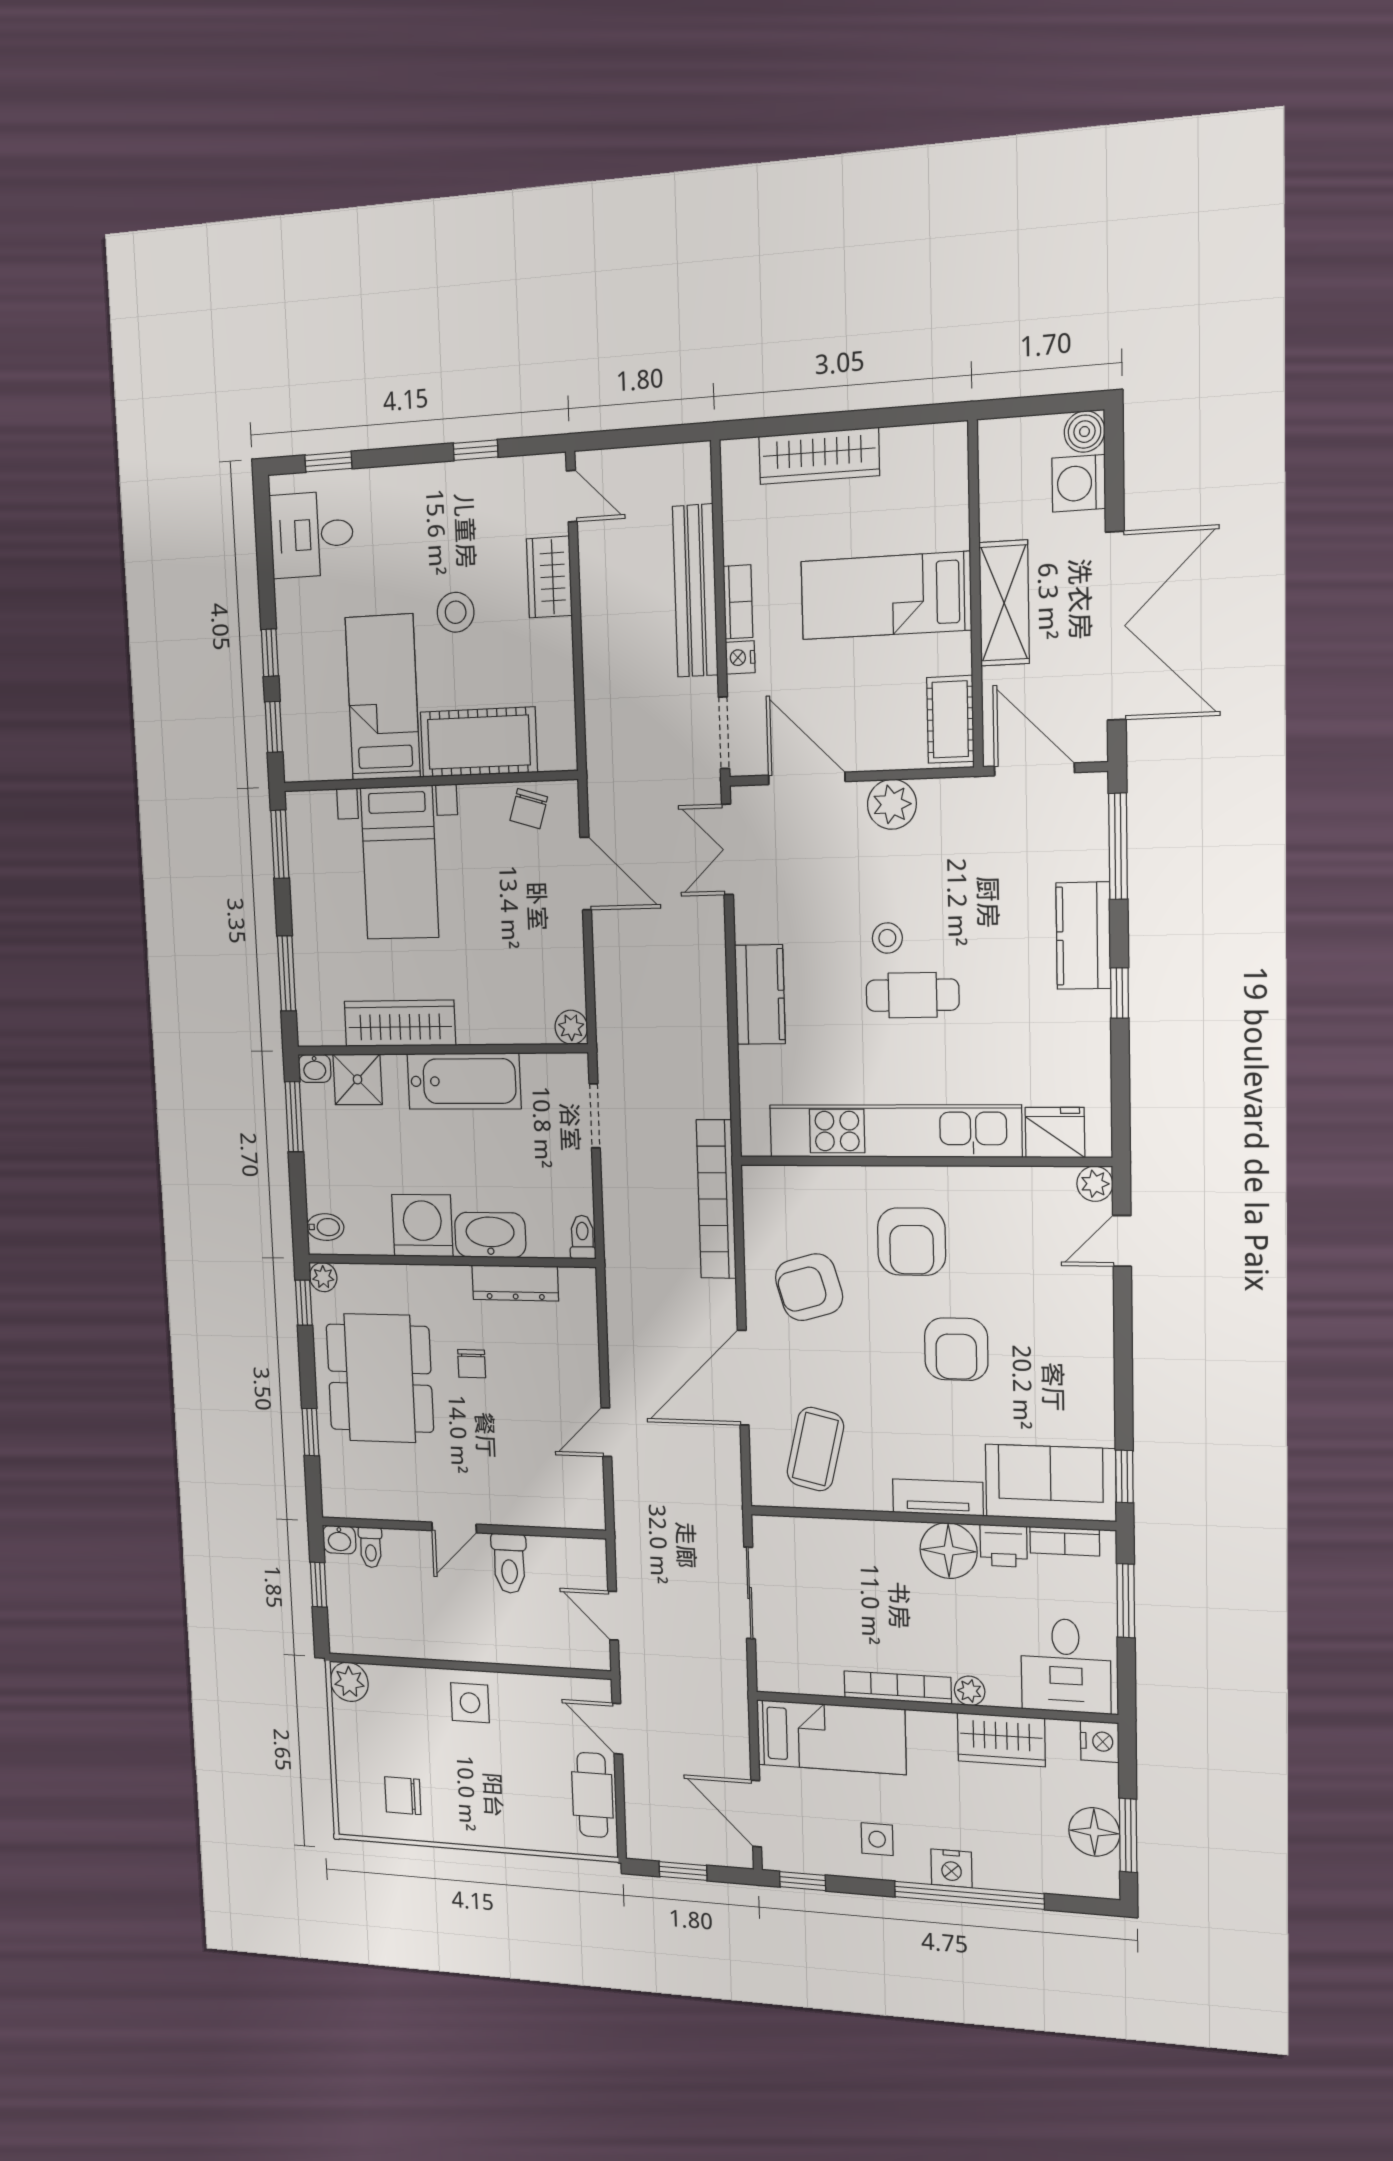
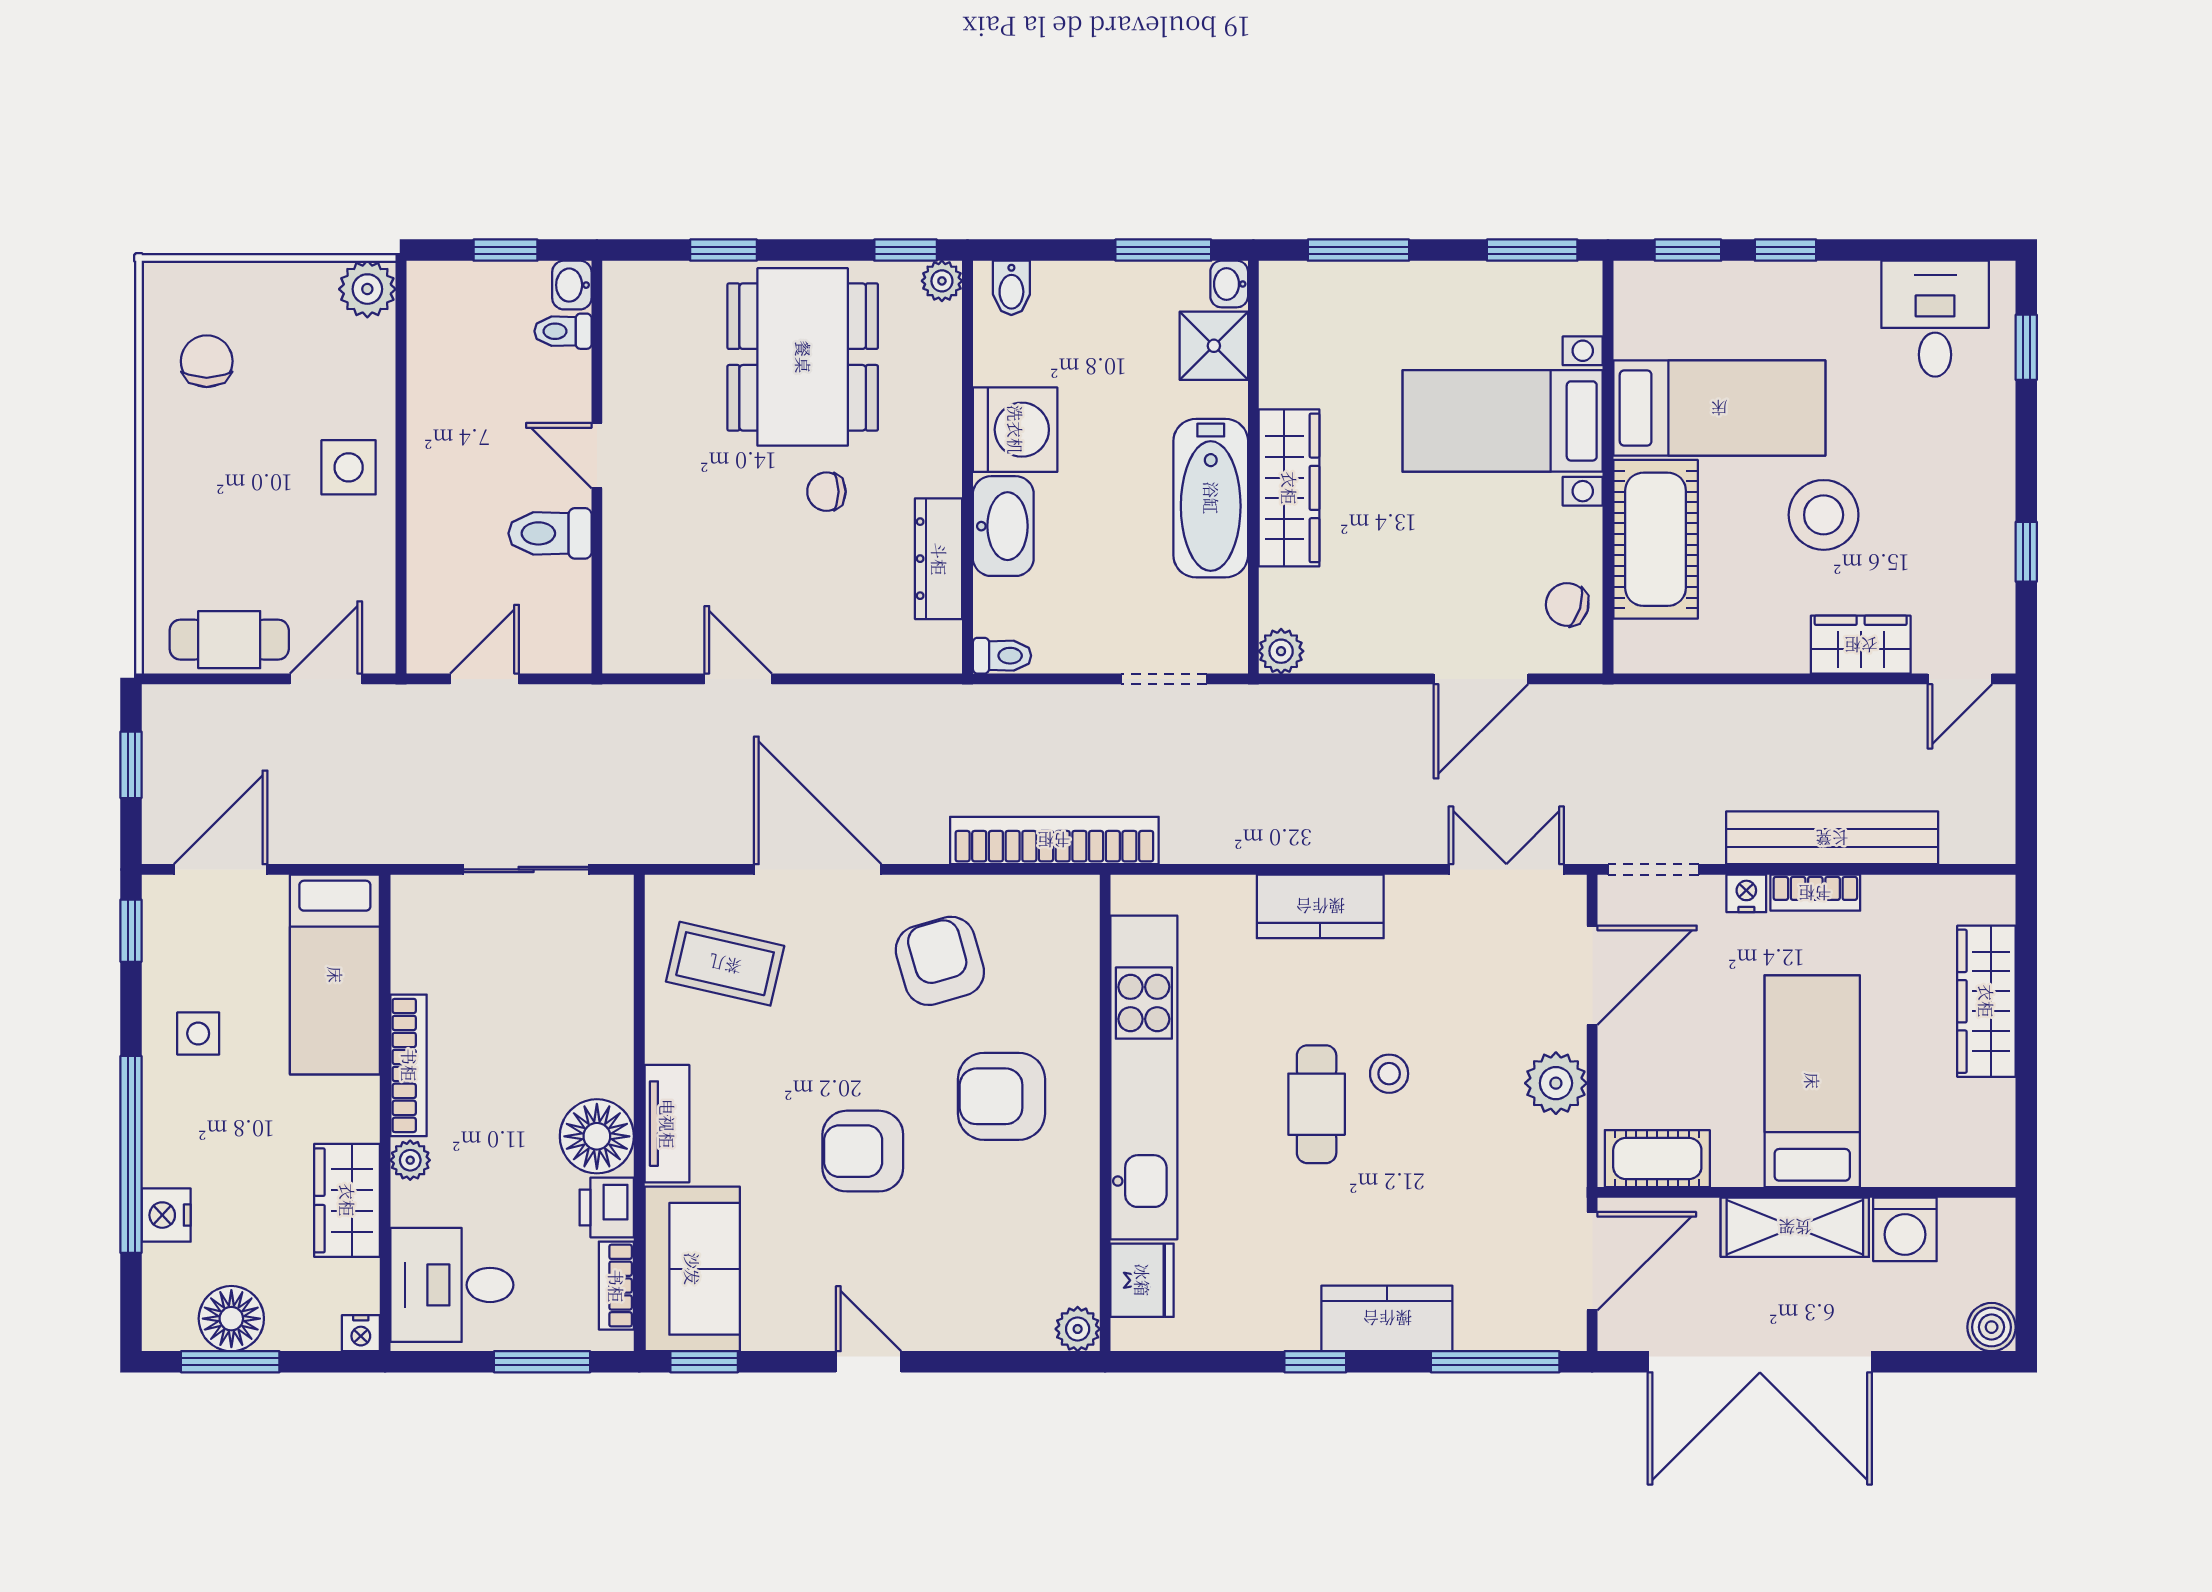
washing machine: (1079, 483) -> (1905, 1229), moved, turned 180
stool: (456, 612) -> (1824, 515), width x1.38, depth x1.38
wardrobe: (400, 1023) -> (1289, 488), moved
door: (1122, 1241) -> (868, 1362), moved
dining table: (380, 1378) -> (803, 357), turned 90
nightstand: (1100, 1741) -> (361, 1333), width x0.72, depth x0.74
nightstand: (951, 1868) -> (166, 1215), moved

